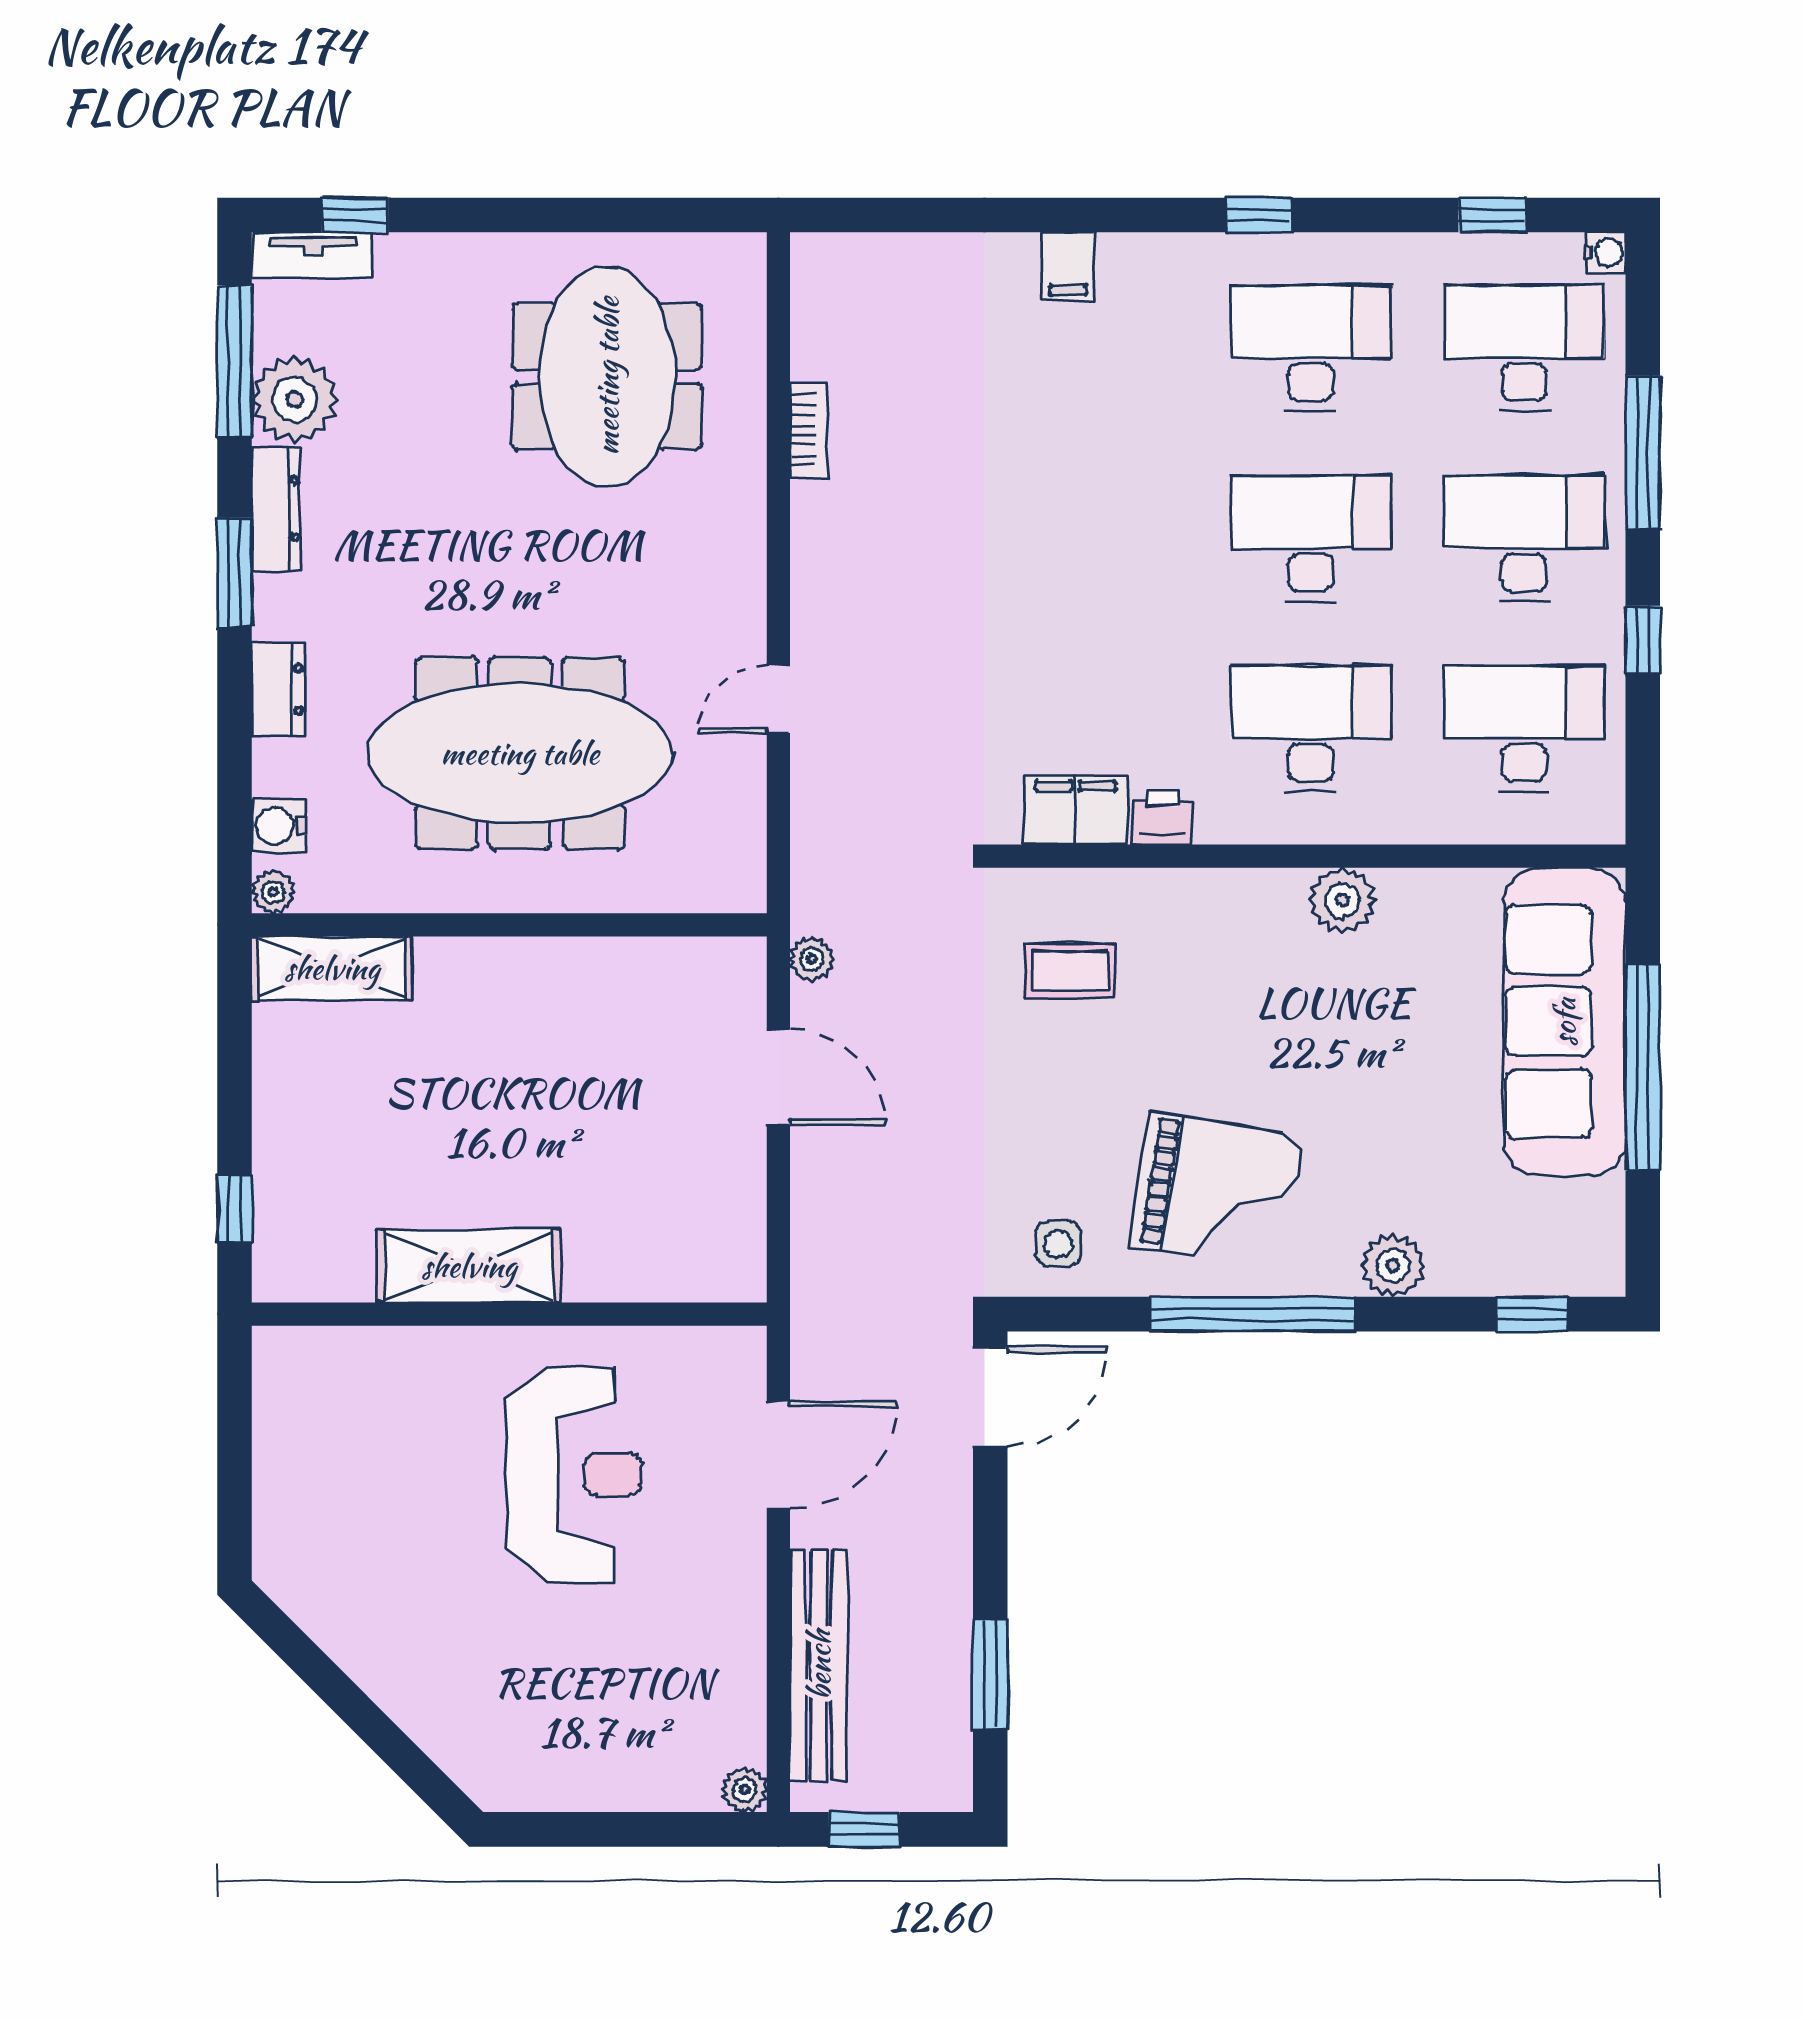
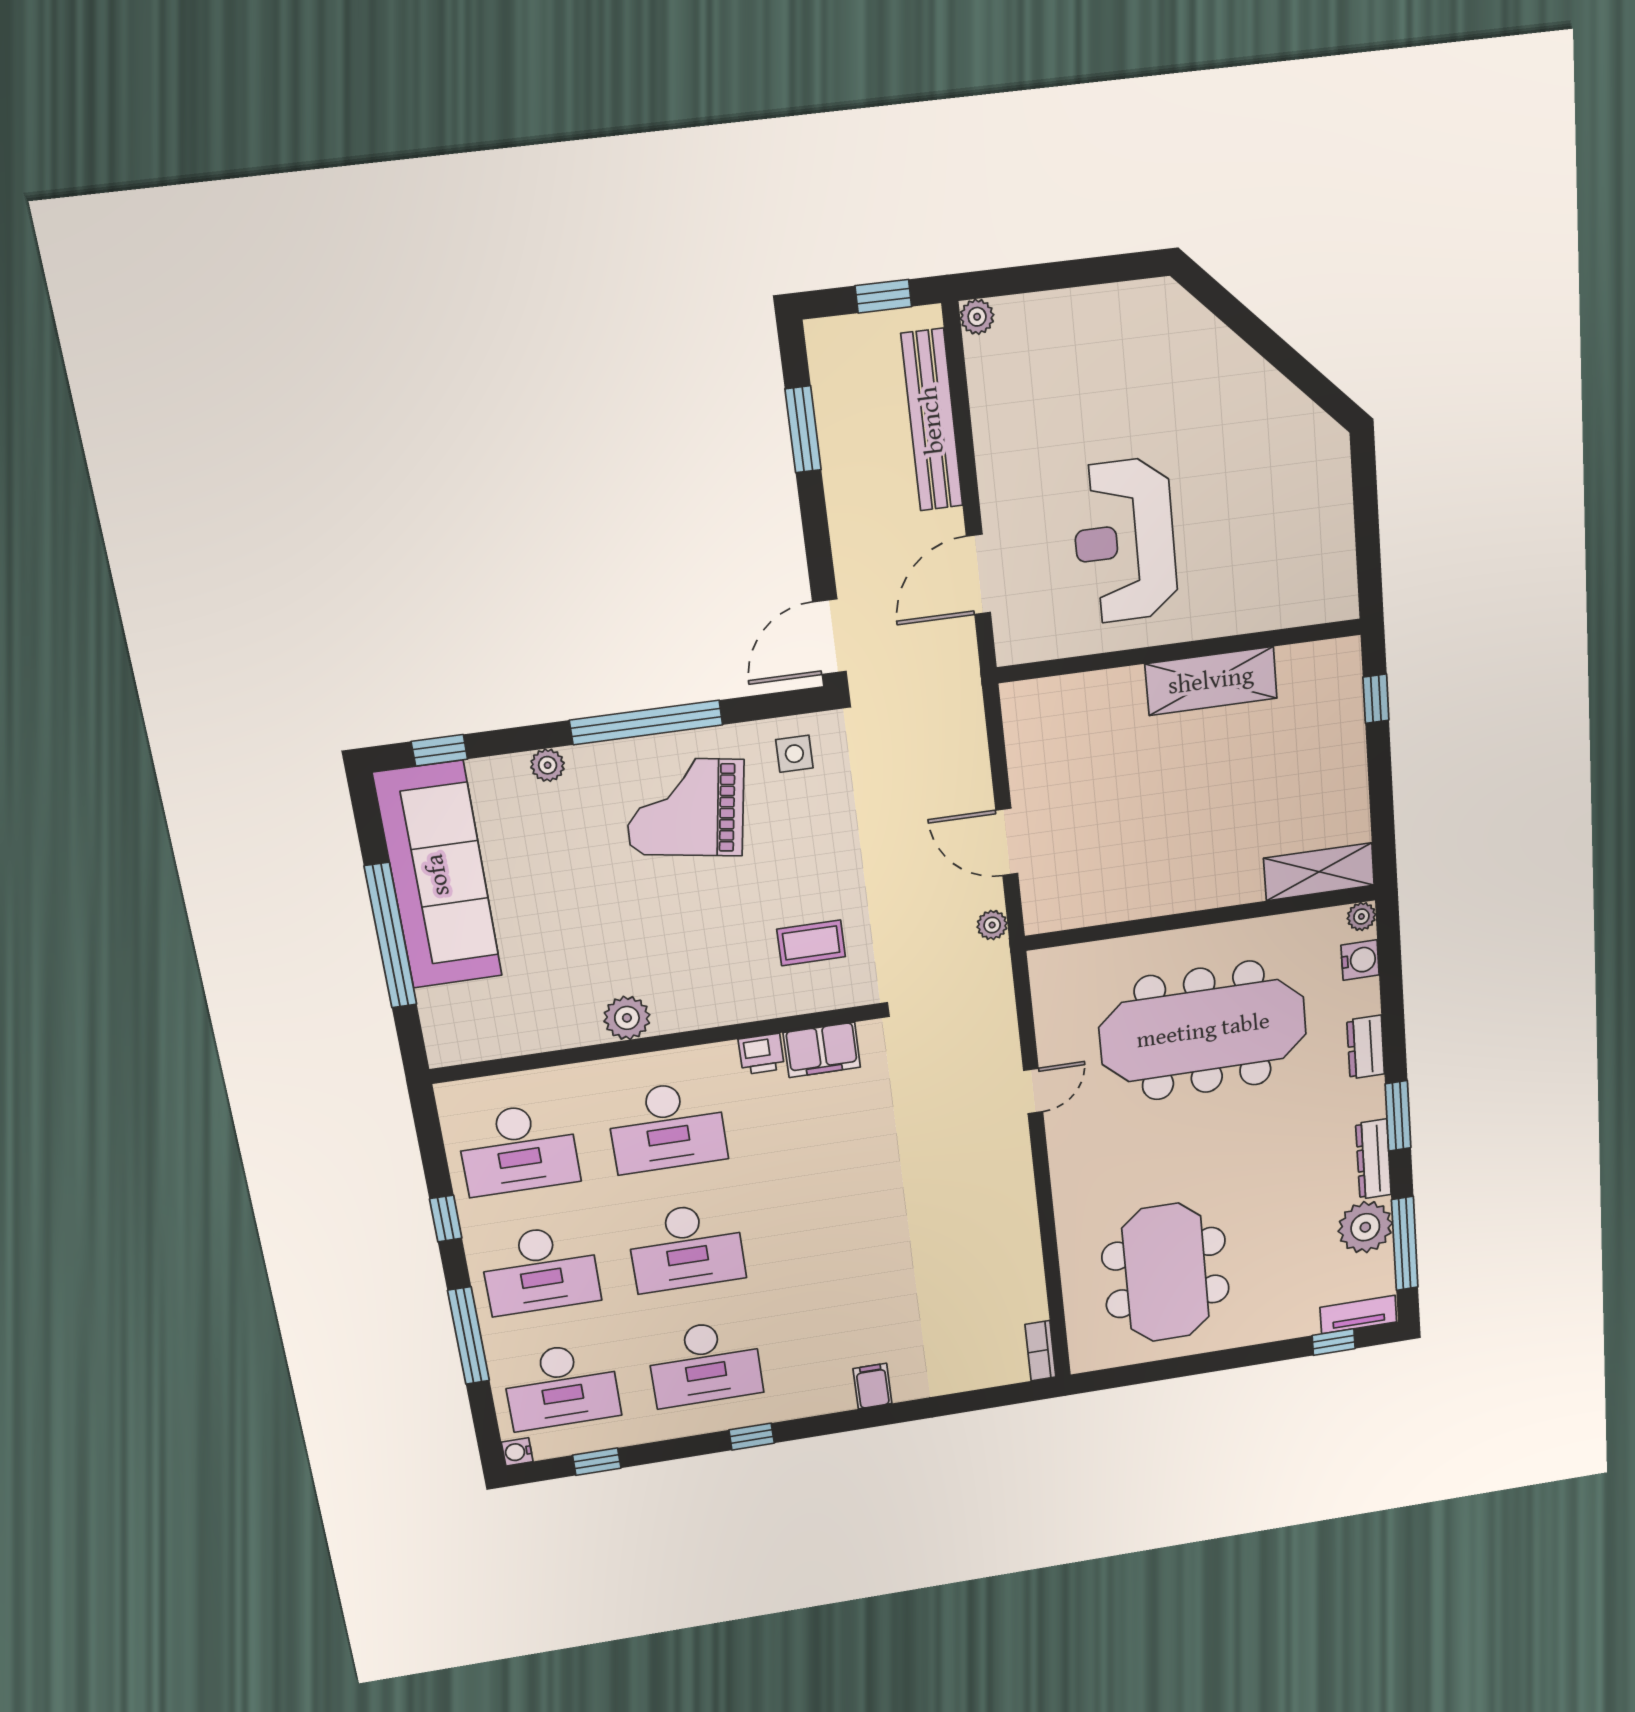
bookcase: (809, 430) -> (1040, 1351), moved
sofa: (1564, 1022) -> (438, 875), moved
plant: (1393, 1266) -> (548, 765), width x0.73, depth x0.73

